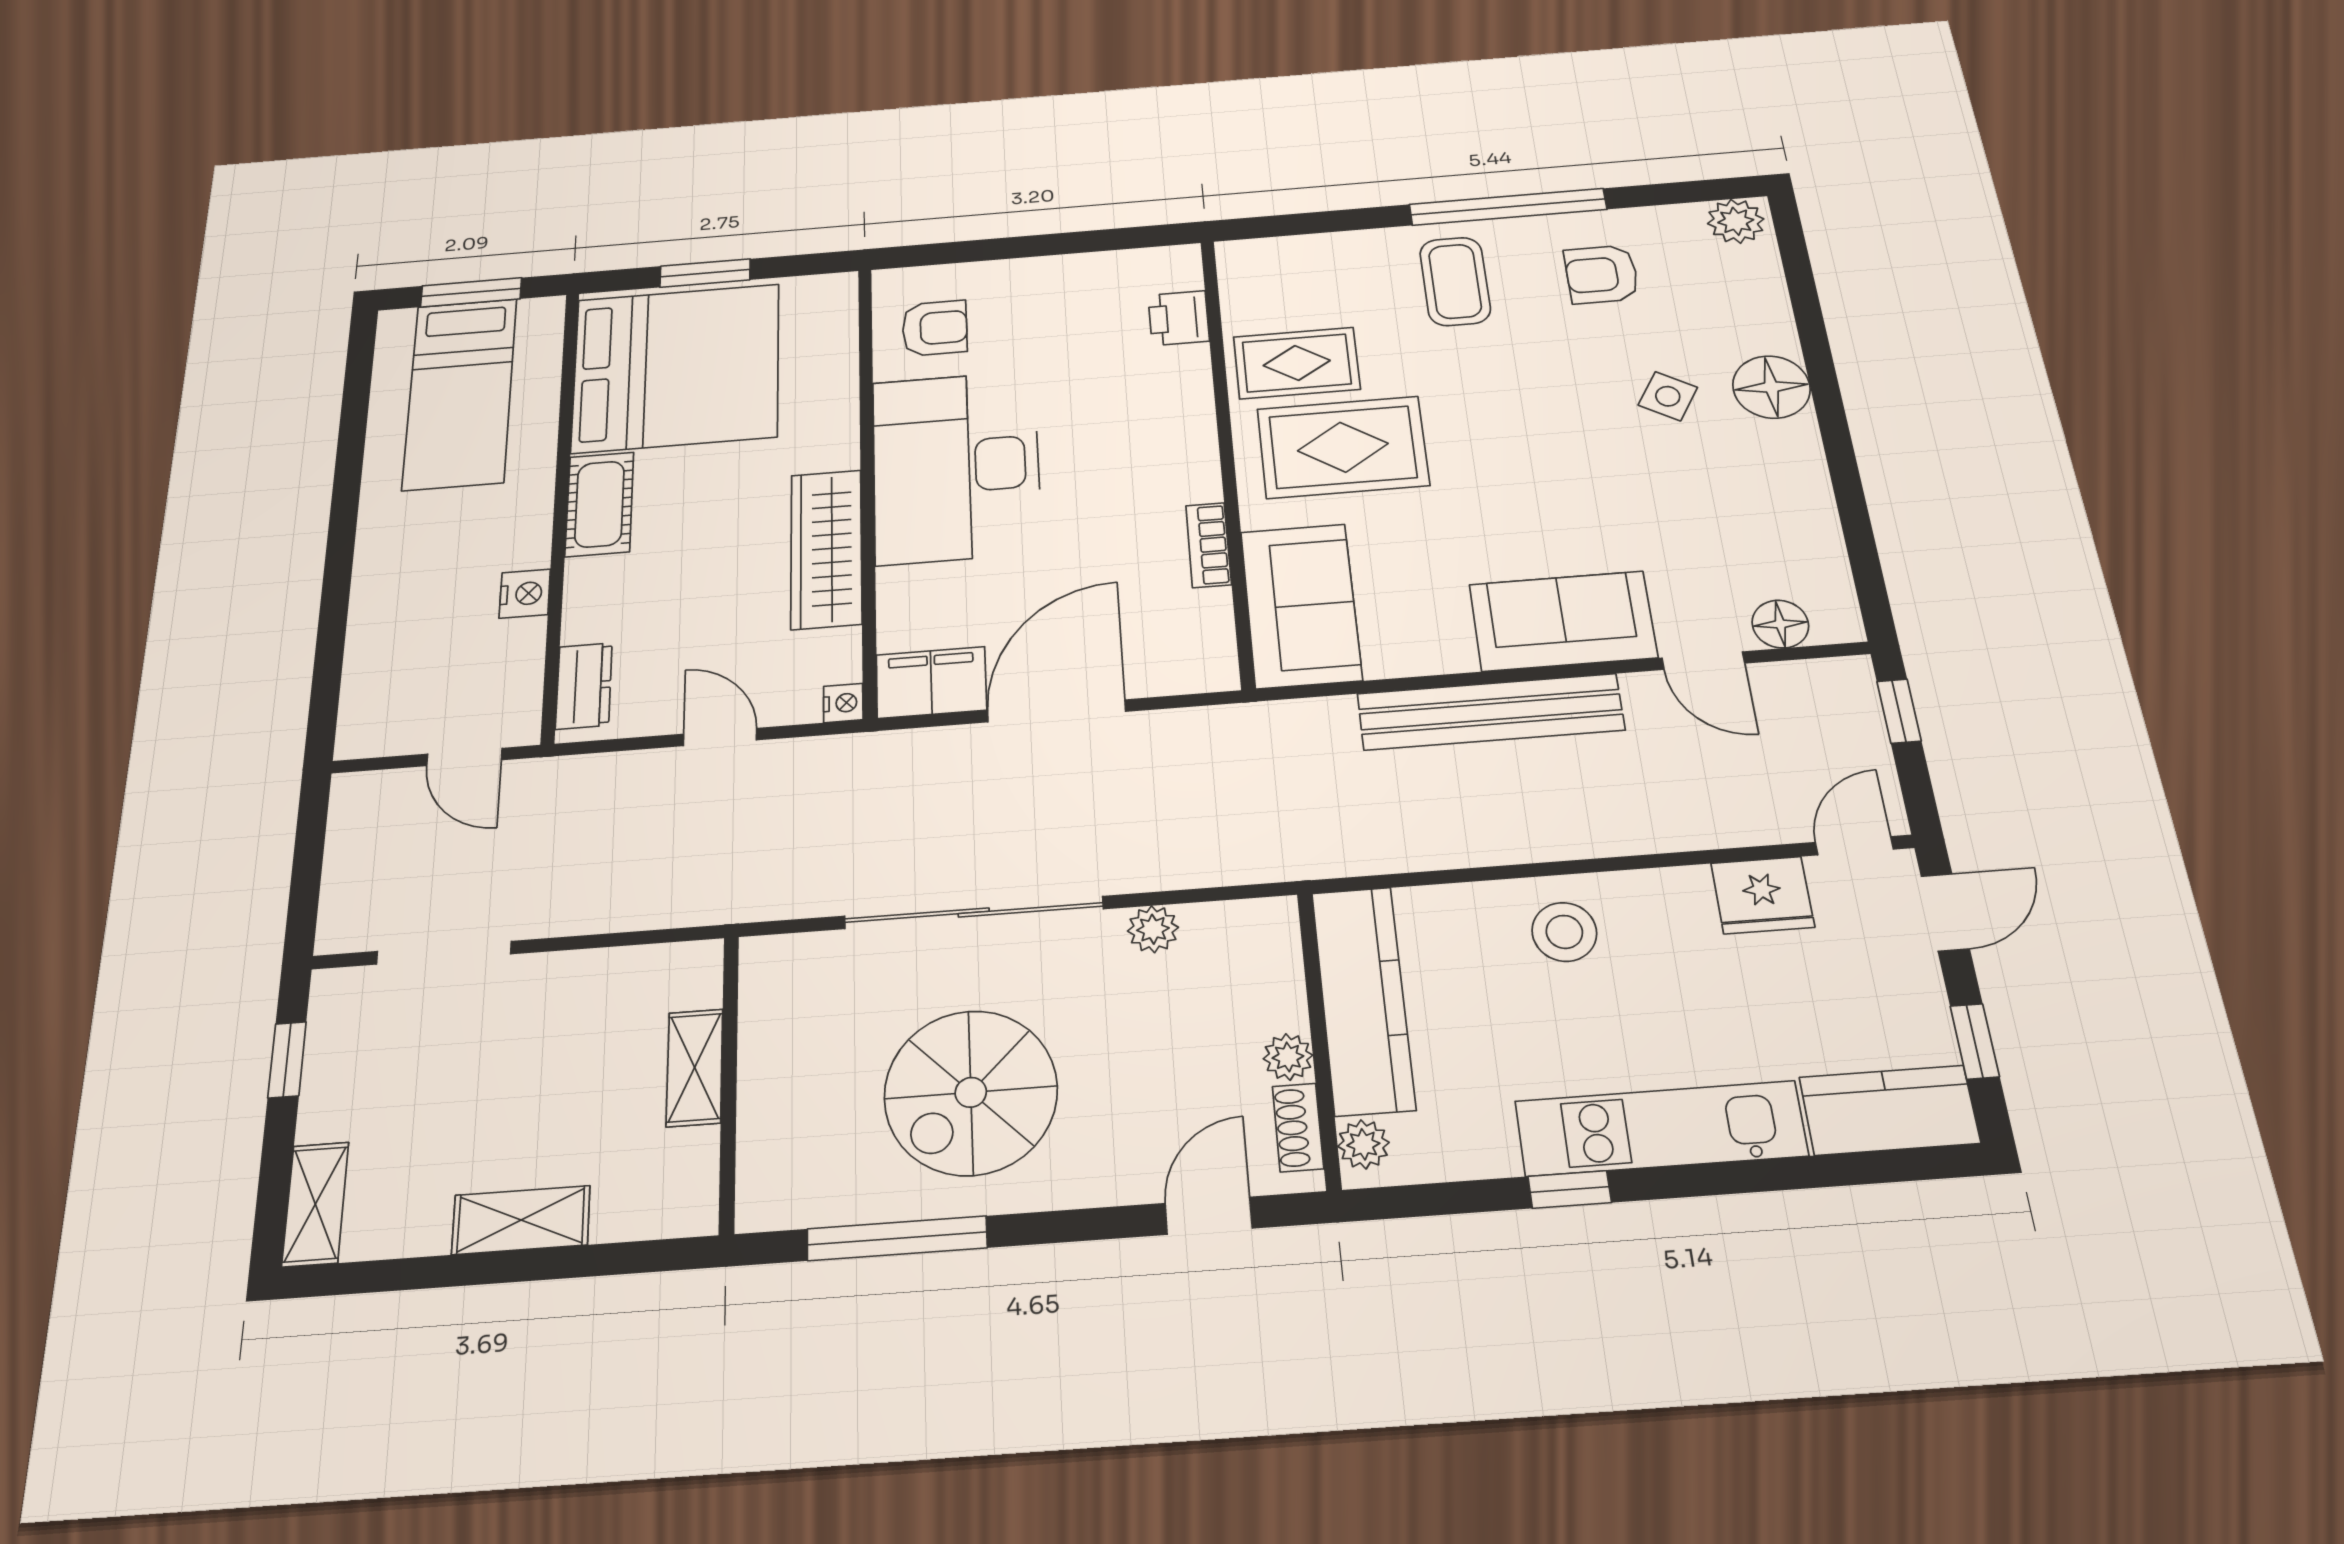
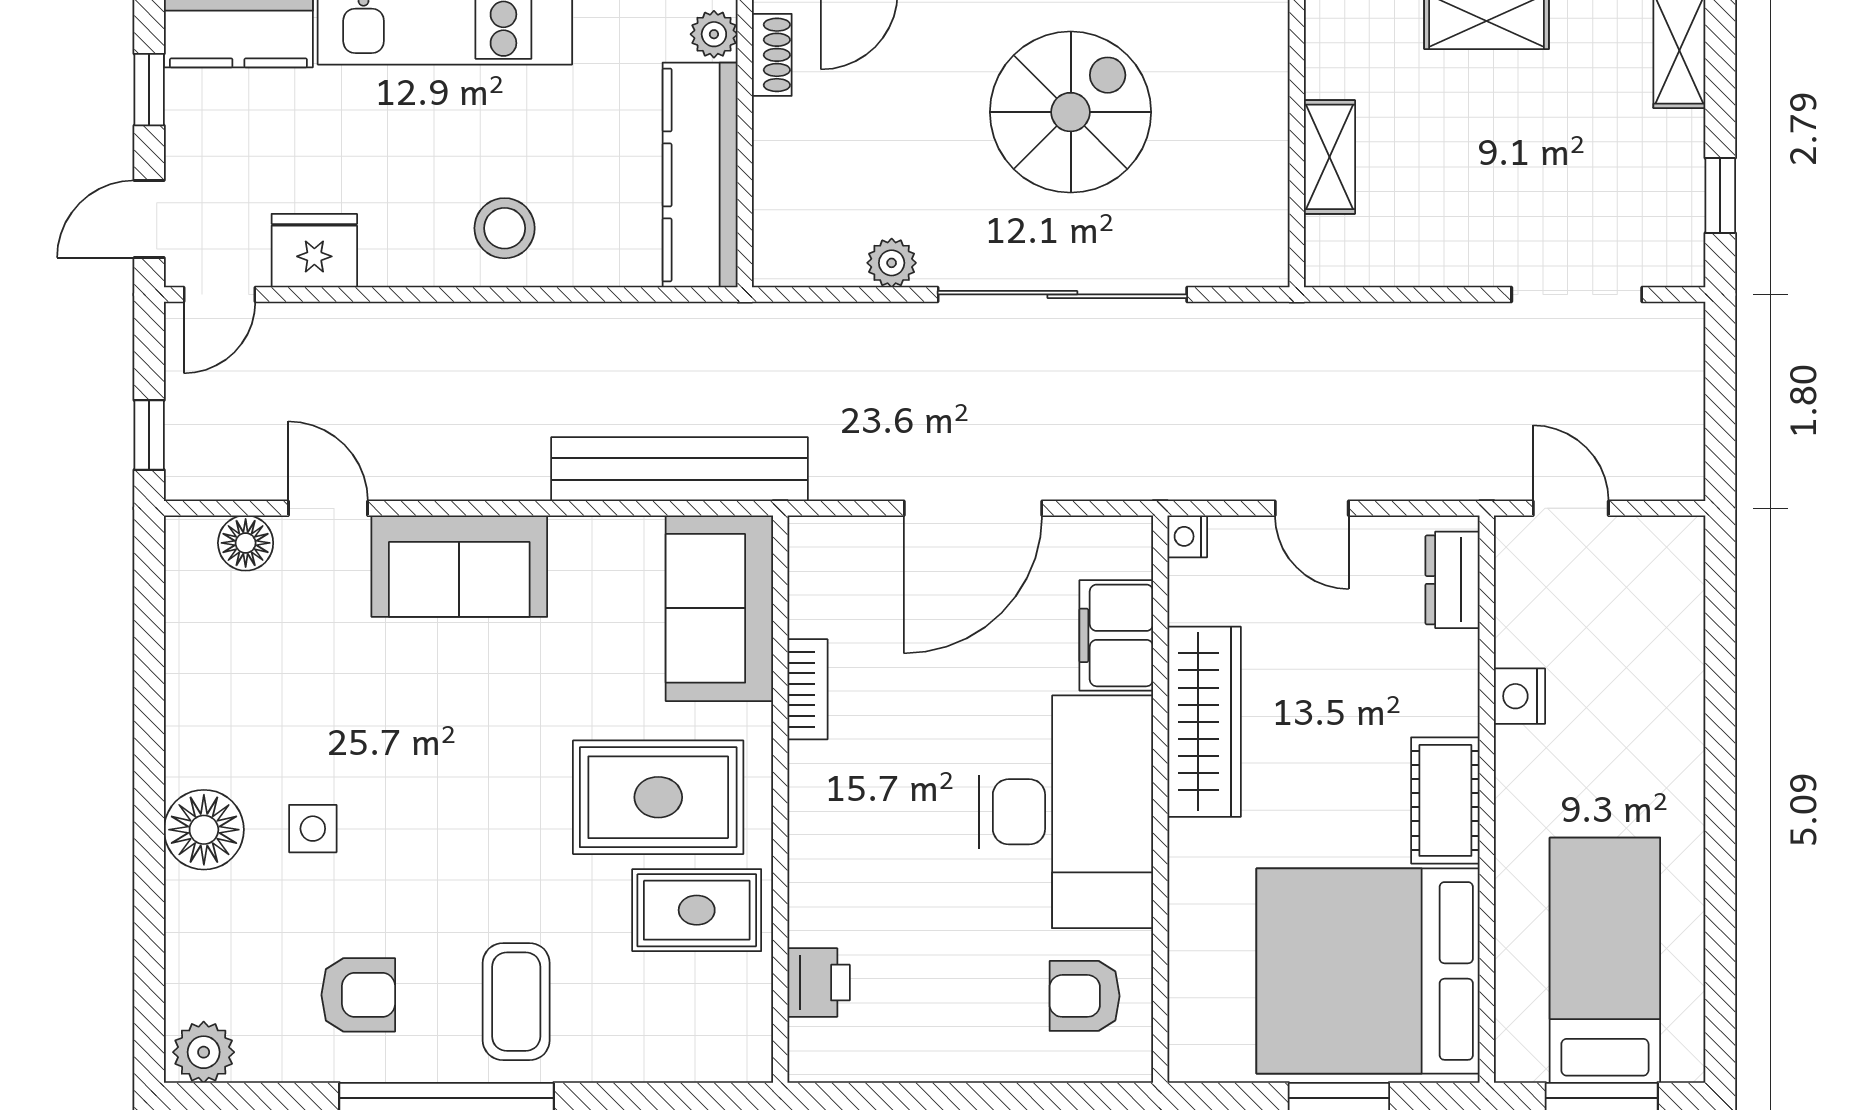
side table: (1668, 396) -> (313, 829), turned -31
filing cabinet: (931, 682) -> (1116, 635), moved, turned 90
bench: (1490, 712) -> (679, 469), moved
plant: (1288, 1057) -> (775, 124), removed

